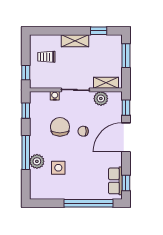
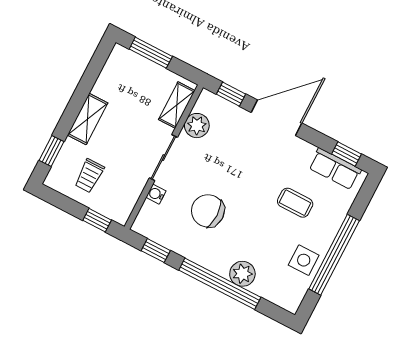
window: (99, 31) -> (51, 151), moved
chair: (83, 131) -> (233, 179), removed
door: (126, 137) -> (277, 118), swing flipped
window: (26, 152) -> (220, 284), width x1.46
side table: (58, 168) -> (304, 260), moved
coffee table: (87, 169) -> (295, 203), added
window: (88, 203) -> (334, 255), moved

